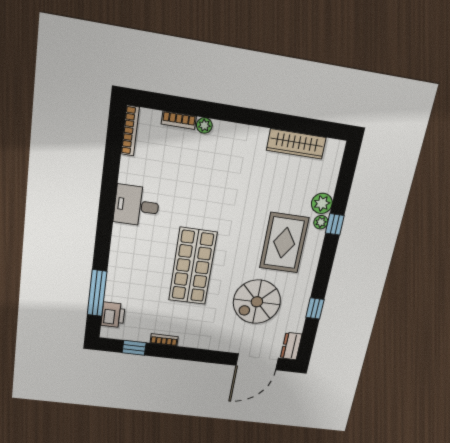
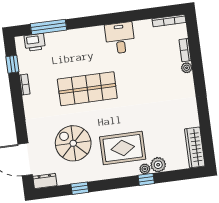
wardrobe: (296, 144) -> (195, 147), moved

